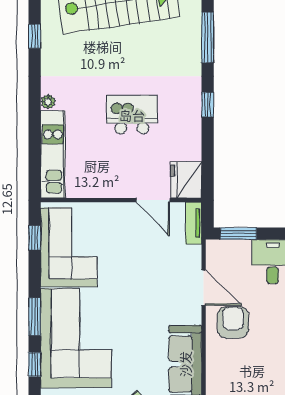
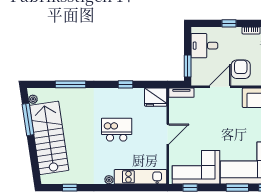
window: (208, 104) -> (125, 84), moved
kitchen island: (132, 115) -> (117, 130), turned 90
door: (153, 200) -> (168, 134), moved
armchair: (233, 322) -> (241, 69), turned 90

